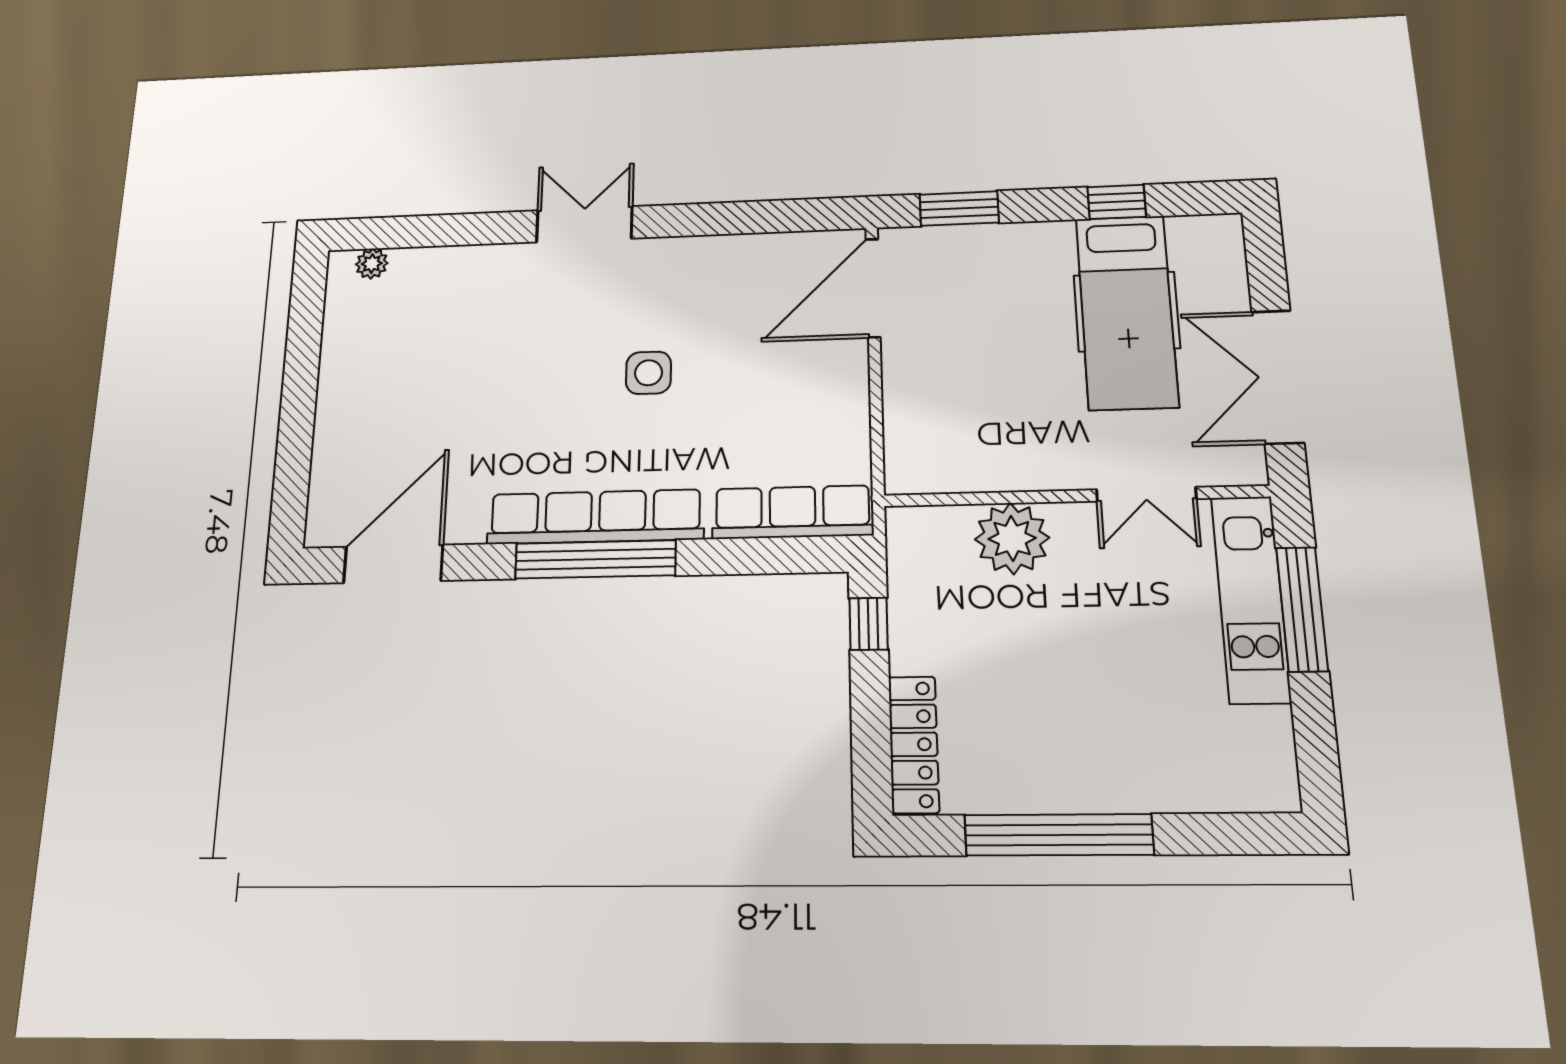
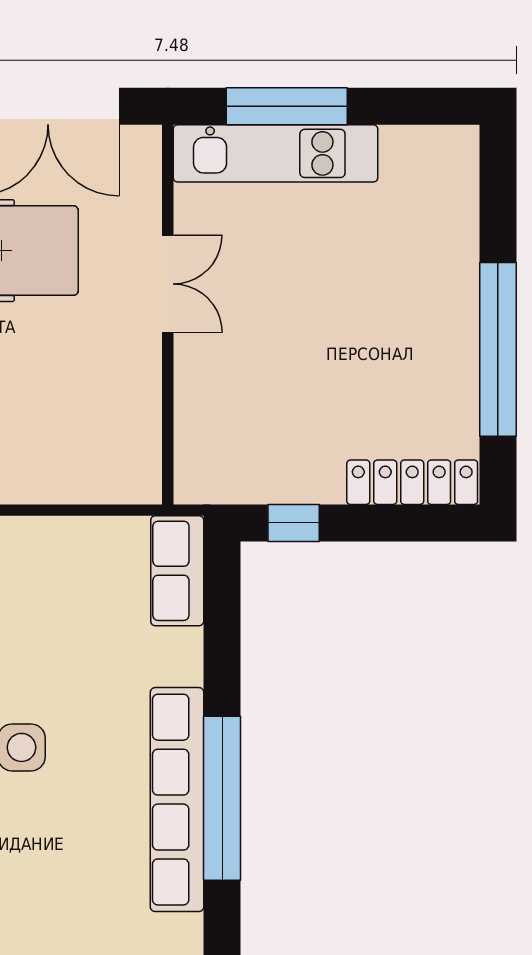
double door: (1146, 494) -> (168, 284), moved
row of seats: (792, 512) -> (177, 571), width x0.68
plant: (1012, 538) -> (210, 379), removed

